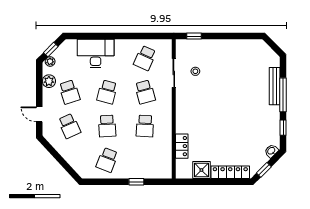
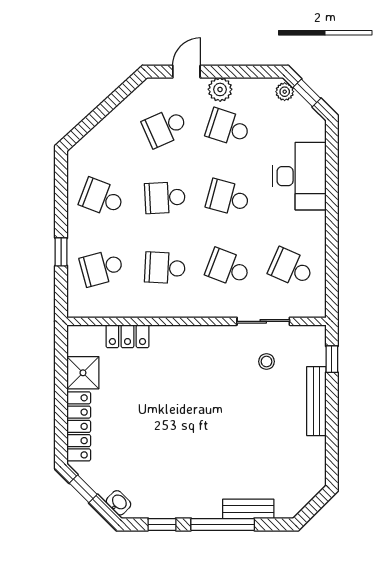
bench: (217, 44) -> (316, 401), added
plant: (49, 81) -> (220, 89), moved
bench: (275, 86) -> (248, 509), width x0.73
school desk: (69, 92) -> (228, 127), turned 36
school desk: (145, 92) -> (228, 268), turned 36
school desk: (145, 160) -> (102, 268), added

